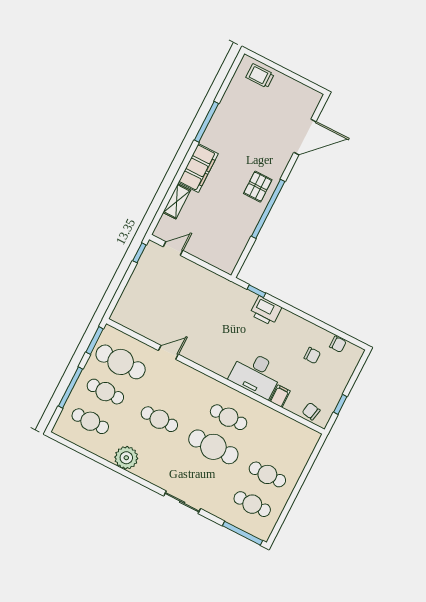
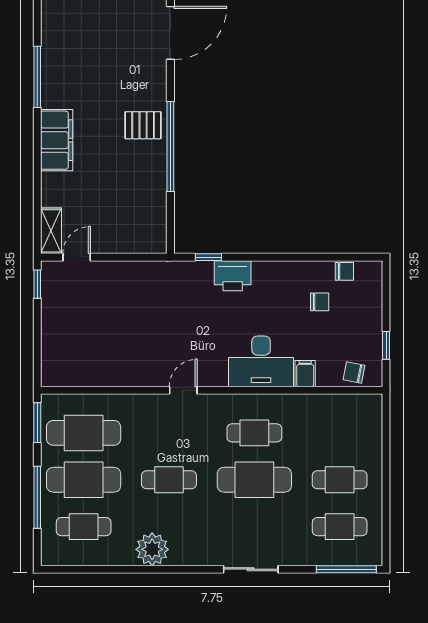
pallet: (258, 187) -> (143, 125), turned 90
shelving: (177, 201) -> (51, 231), moved
door: (168, 352) -> (183, 390), moved
cafe table: (105, 392) -> (84, 480), width x1.37, depth x1.35

